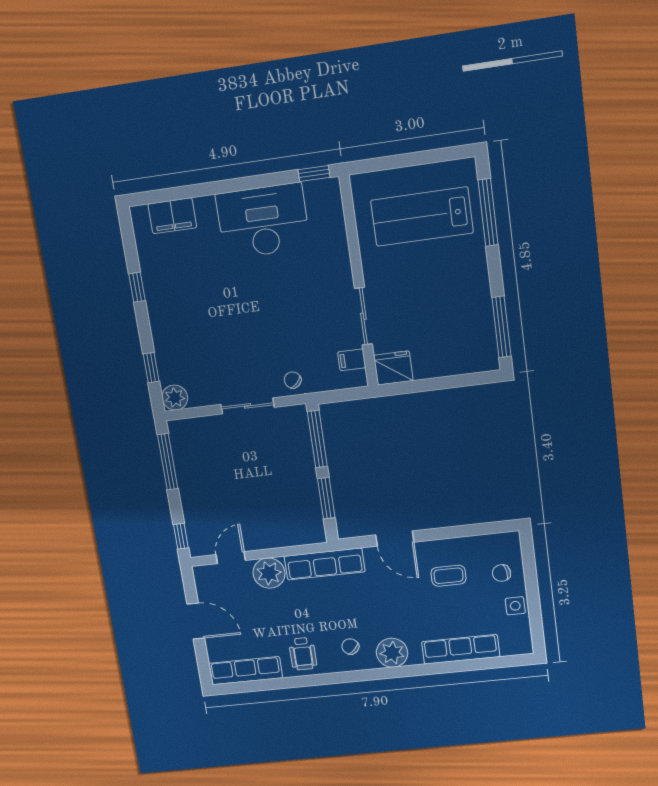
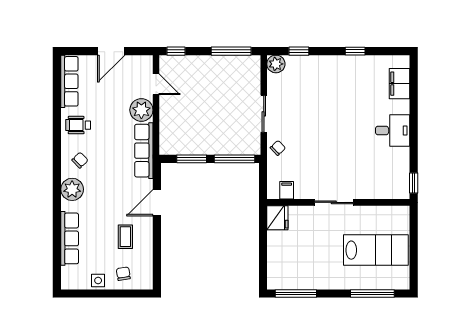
lab bench: (422, 217) -> (376, 250), turned 90
desk: (263, 221) -> (393, 131), width x0.53, depth x0.77
sliding door: (363, 316) -> (334, 202), moved

